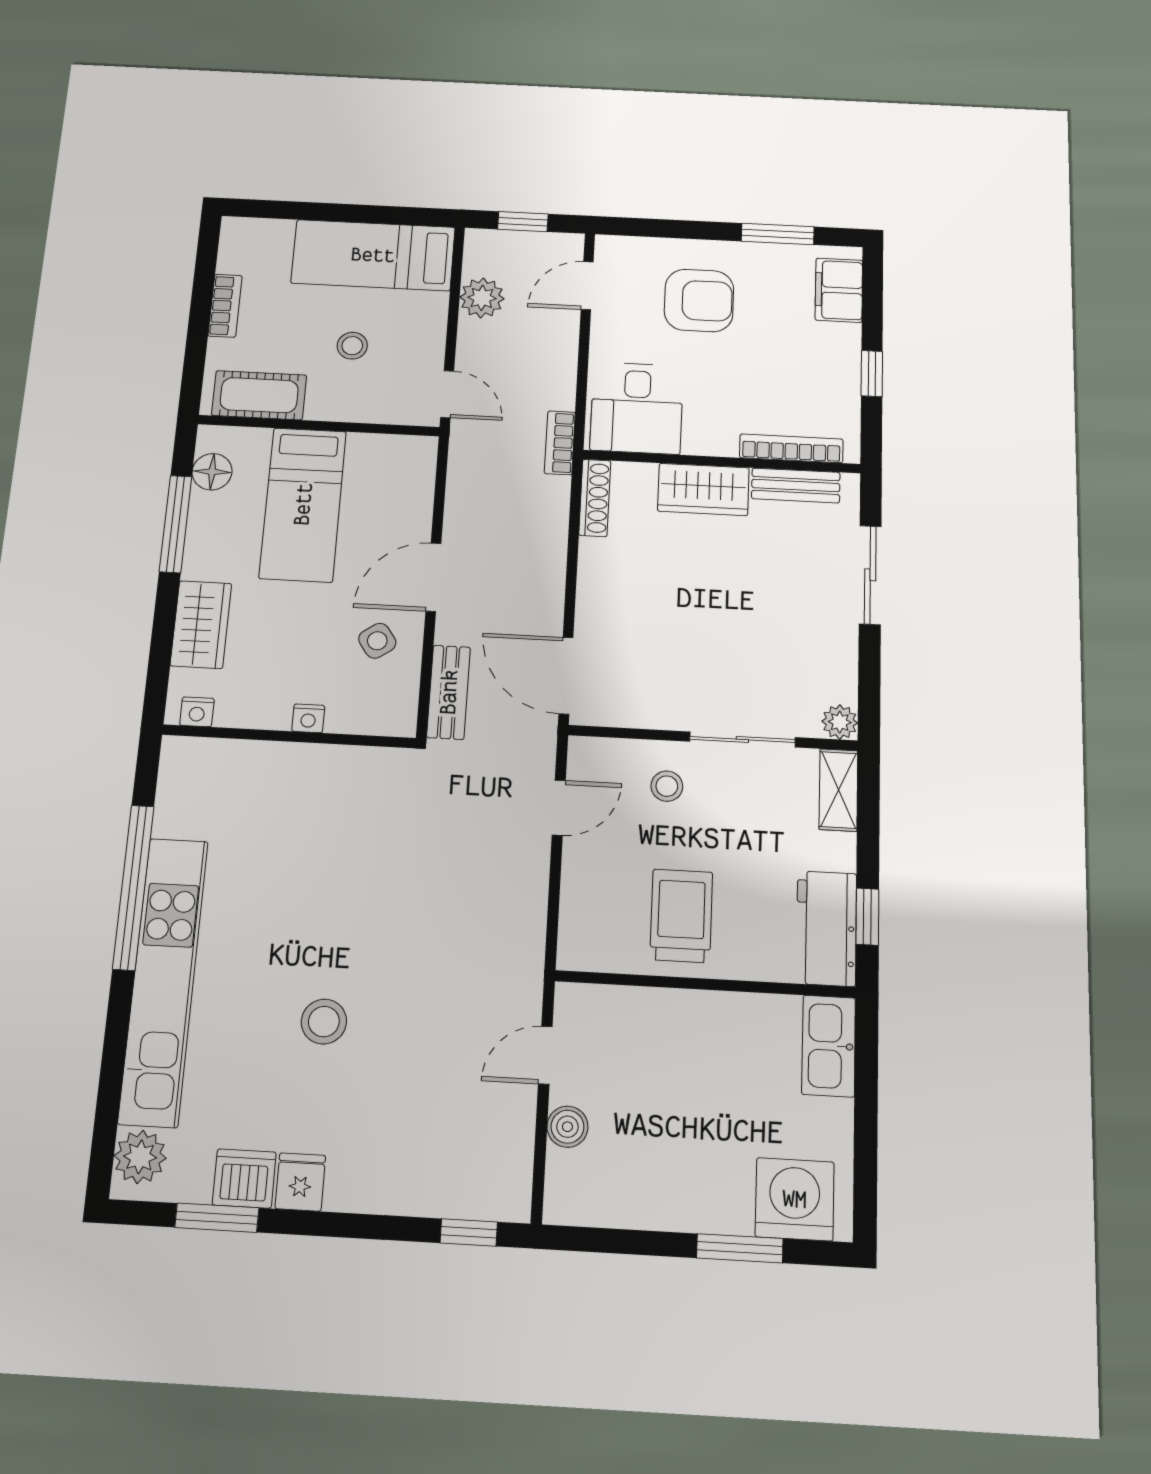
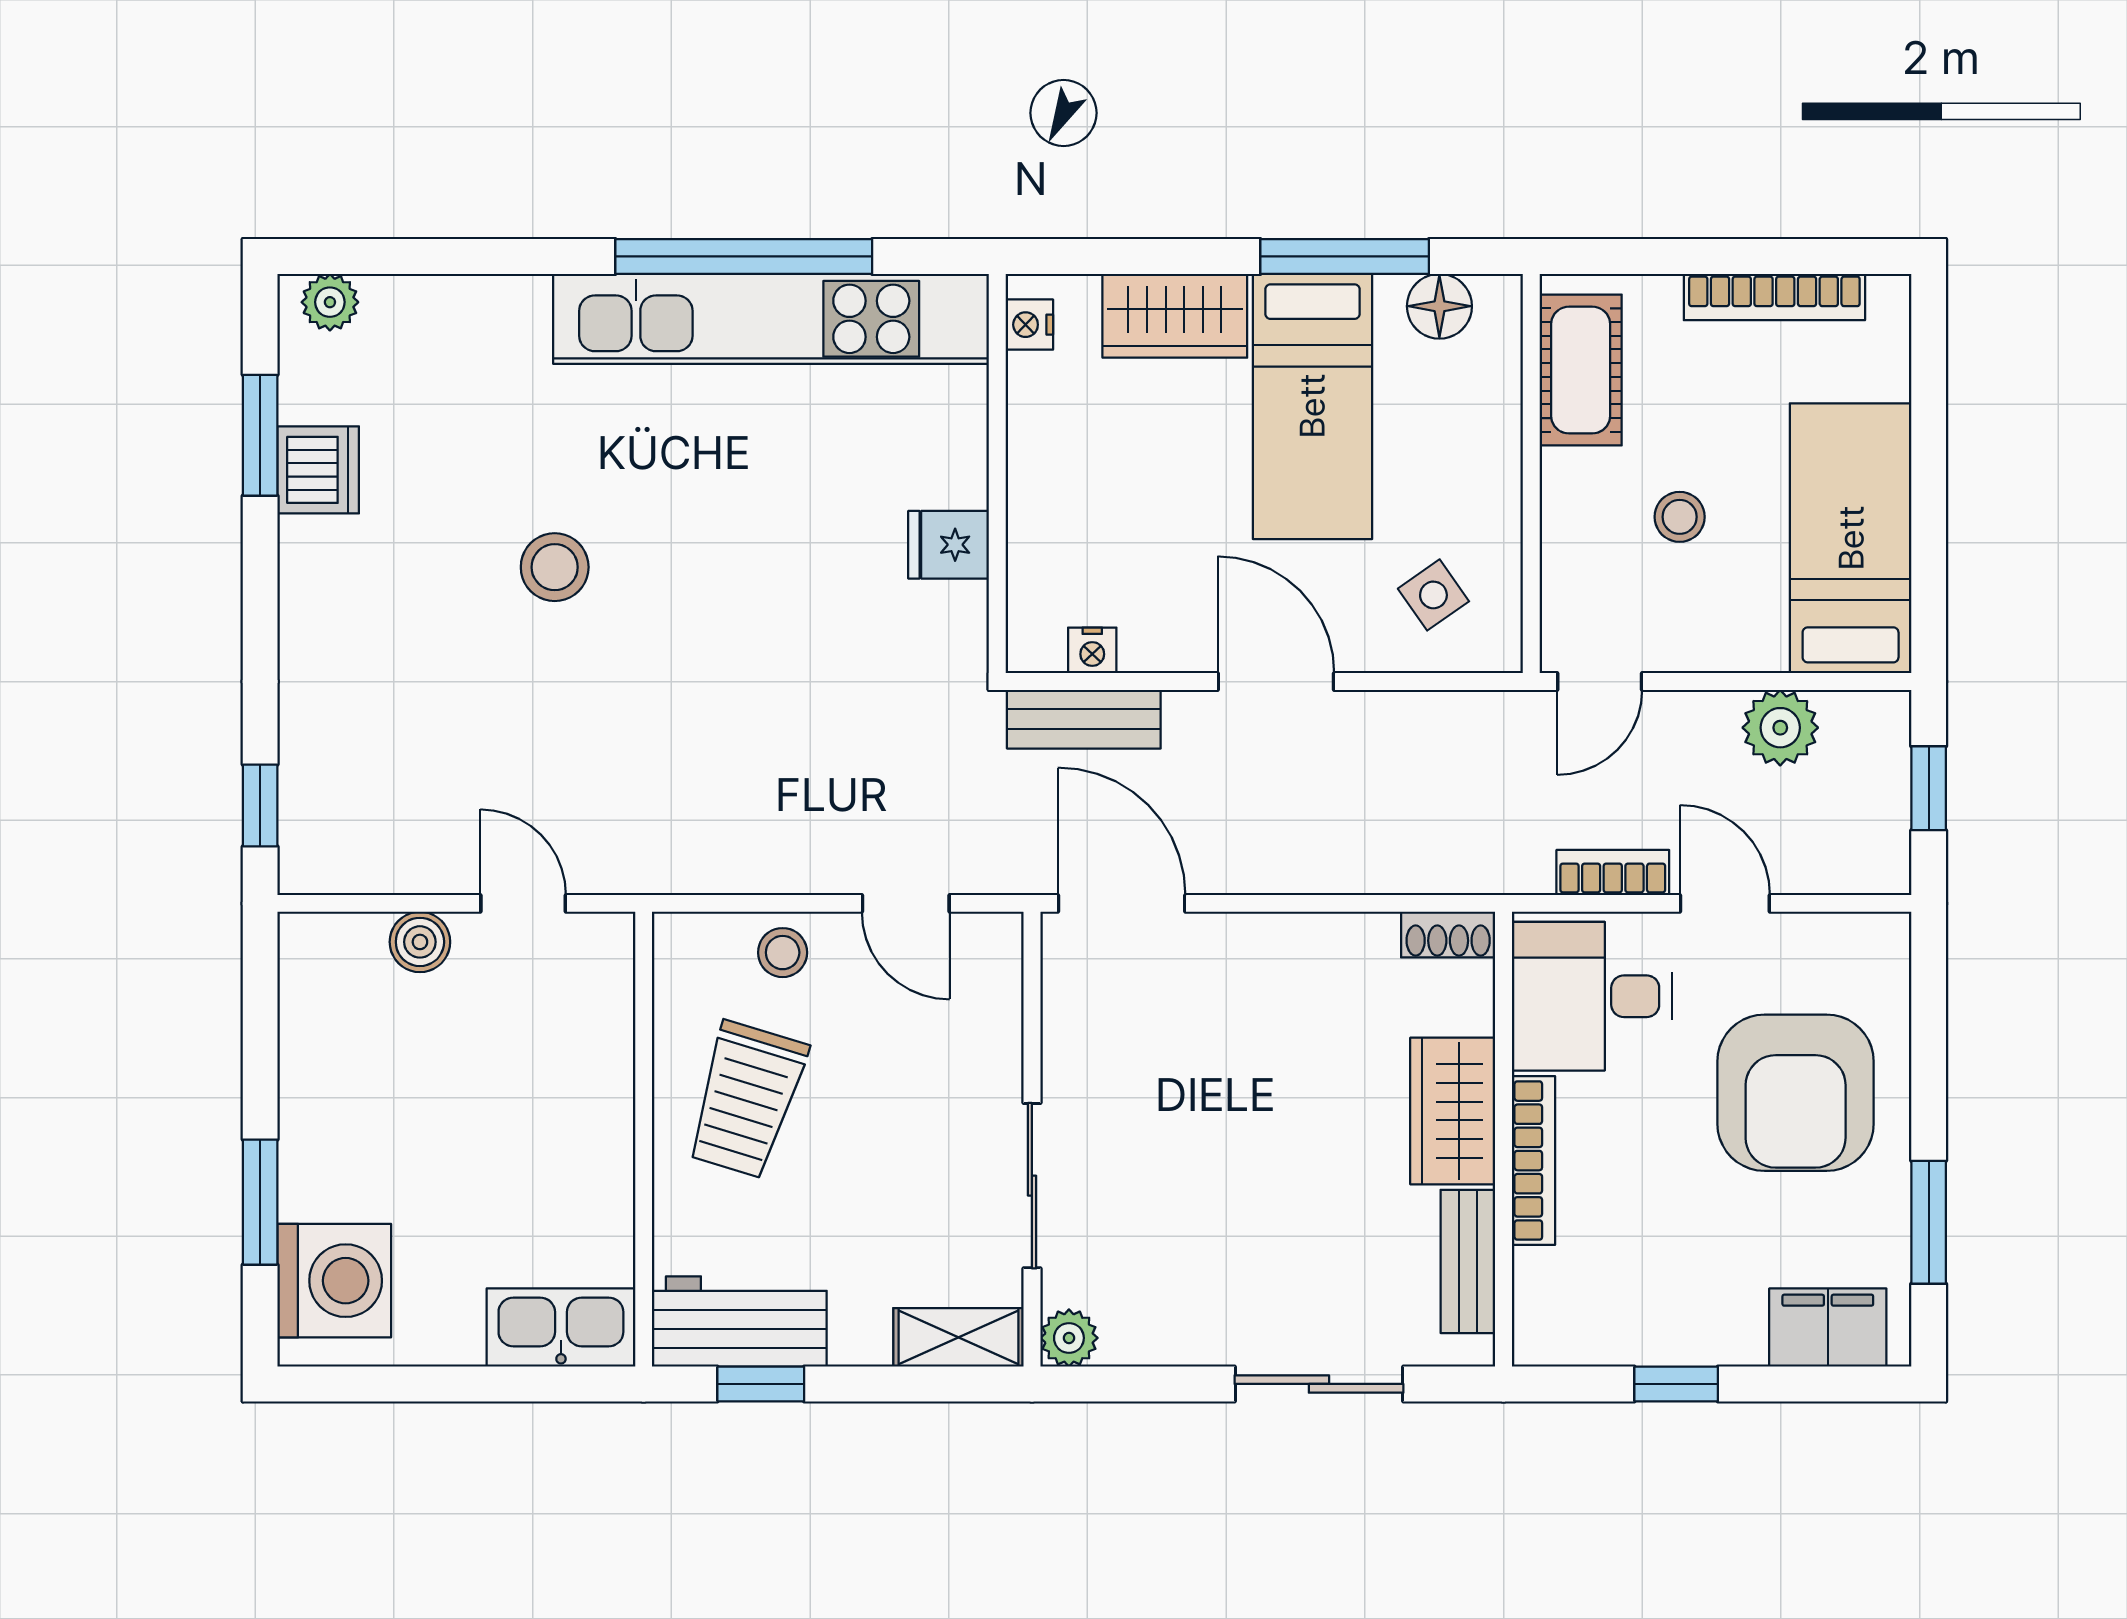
door: (587, 286) -> (1725, 903), moved
armchair: (699, 300) -> (1796, 1093), width x1.36, depth x1.36
bookcase: (225, 306) -> (1774, 297), width x1.56
bookcase: (560, 443) -> (1613, 873), moved
bookcase: (791, 448) -> (1533, 1161), moved
shoe rack: (595, 498) -> (1448, 935), width x0.70
bed: (303, 504) -> (1312, 406), moved, turned -90
side table: (377, 641) -> (1433, 595), moved
door: (566, 676) -> (1122, 903), hinge flipped
nightstand: (308, 718) -> (1092, 650), moved, turned -90
stool: (667, 786) -> (783, 953), moved
trolley: (681, 916) -> (746, 1100), turned 107
kitchen unit: (164, 980) -> (771, 319), moved
plant: (140, 1157) -> (330, 302), width x0.73, depth x0.73
fridge: (300, 1182) -> (949, 545), moved, turned 180

